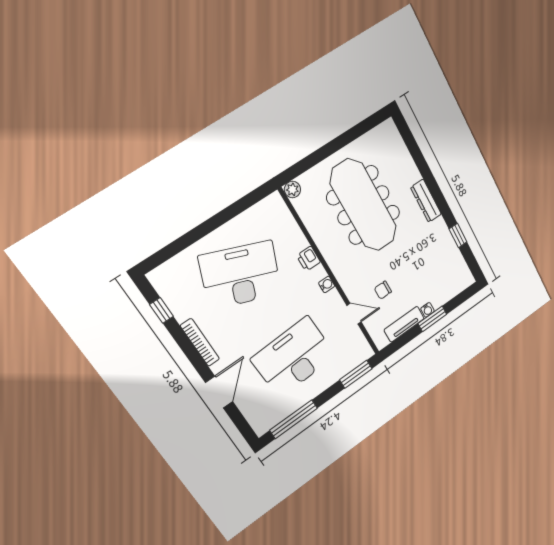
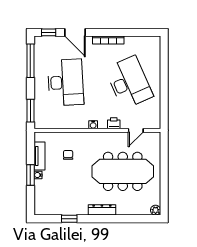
plant: (292, 189) -> (156, 210), moved
desk: (241, 275) -> (129, 82), turned -45
window: (162, 310) -> (49, 32), moved
door: (354, 314) -> (136, 130), moved

